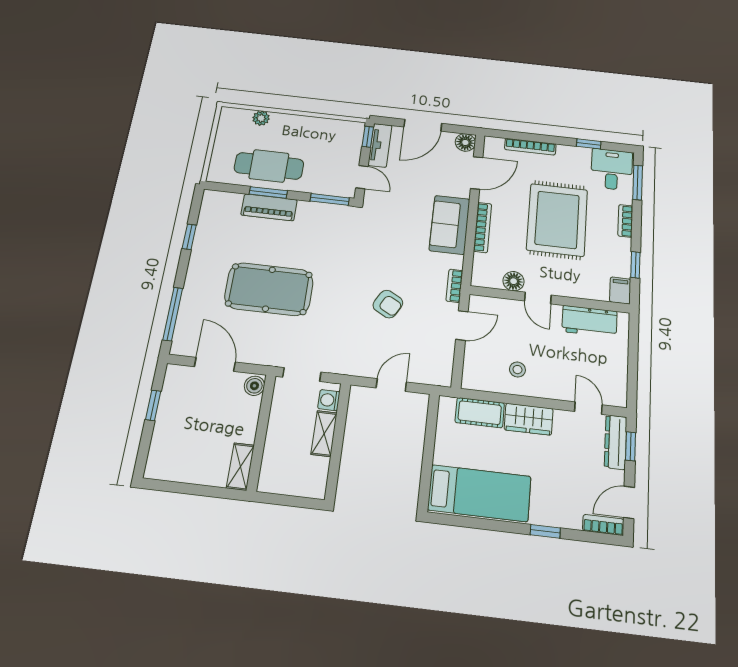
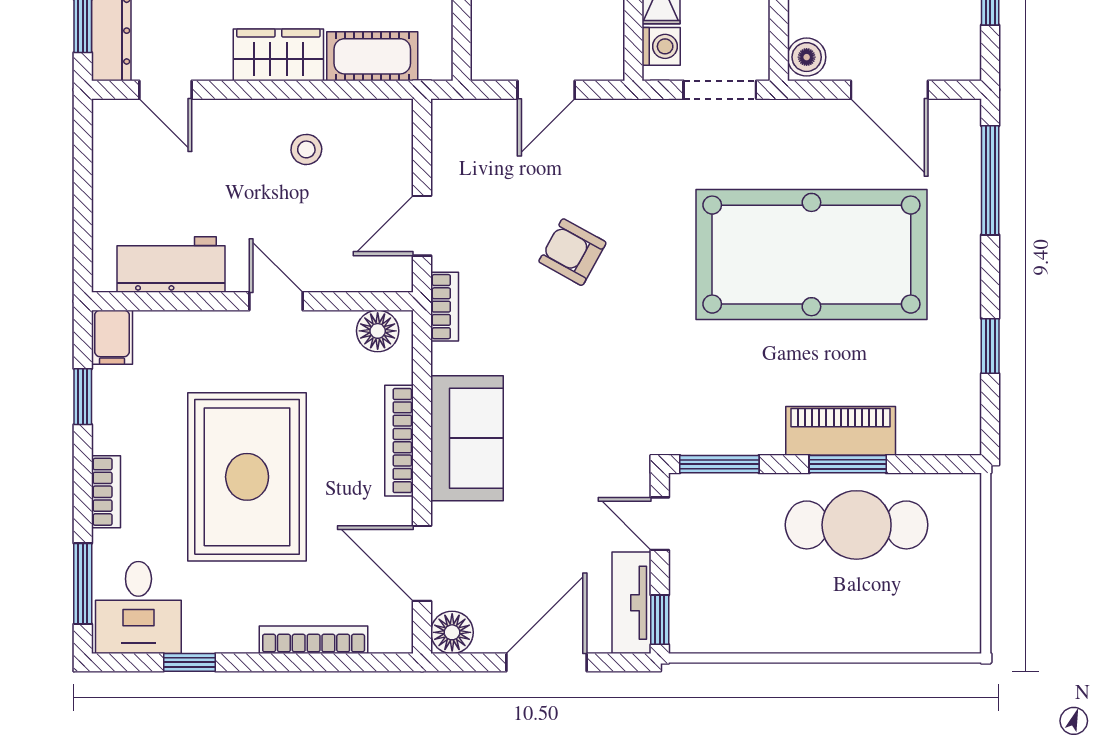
plant: (261, 118) -> (892, 635), removed
door: (477, 173) -> (422, 563), hinge flipped
floor lamp: (514, 281) -> (378, 331), moved
pool table: (269, 289) -> (811, 255), width x1.36, depth x1.32

